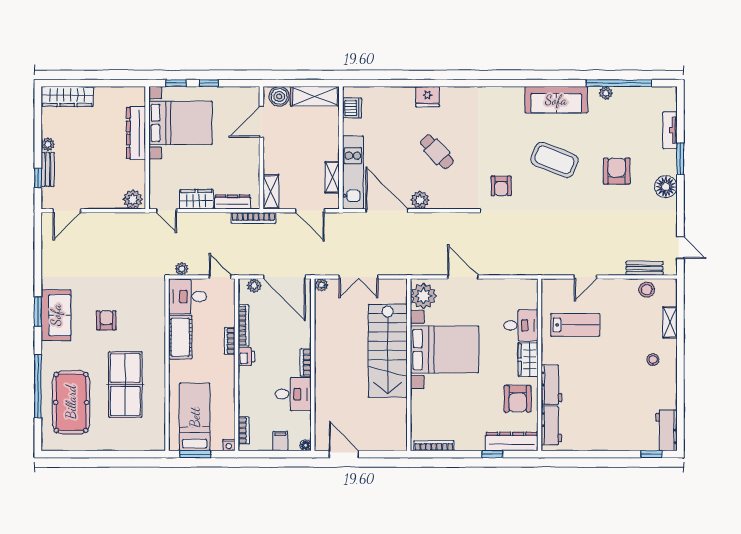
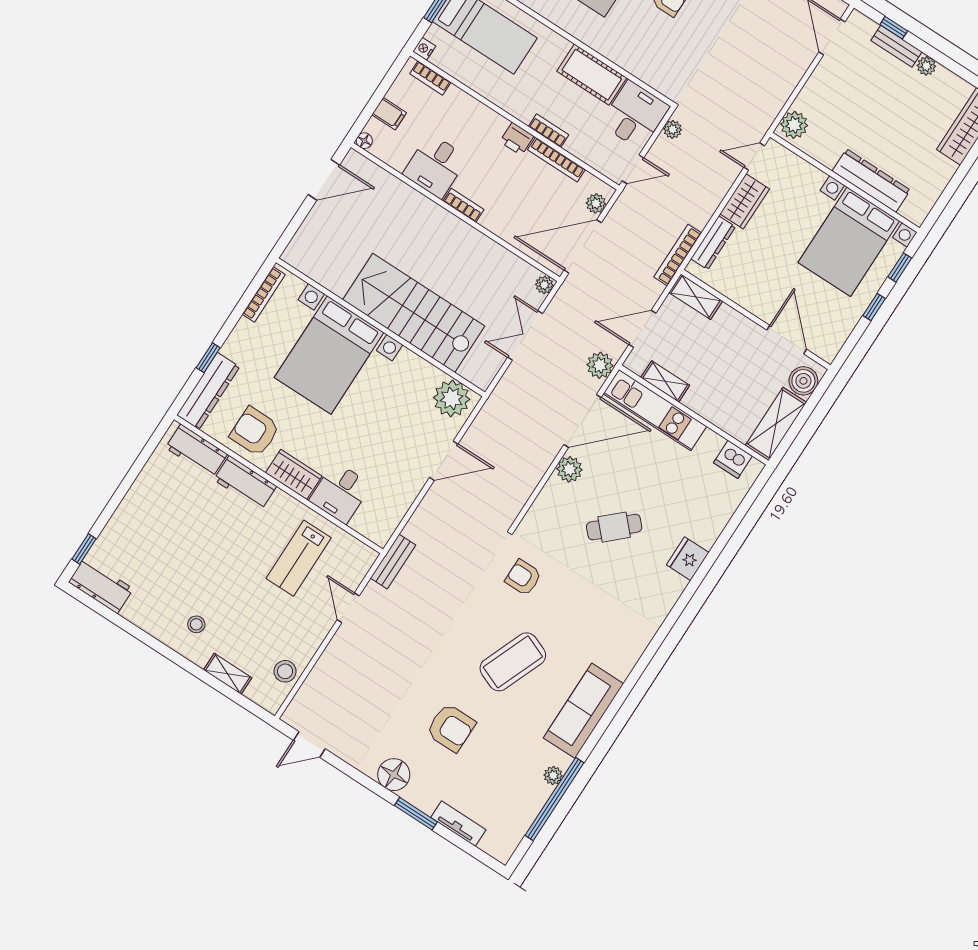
plant: (347, 222) -> (600, 365), added
bench: (644, 268) -> (393, 562), moved
bed with nightstands: (445, 349) -> (329, 355), moved

